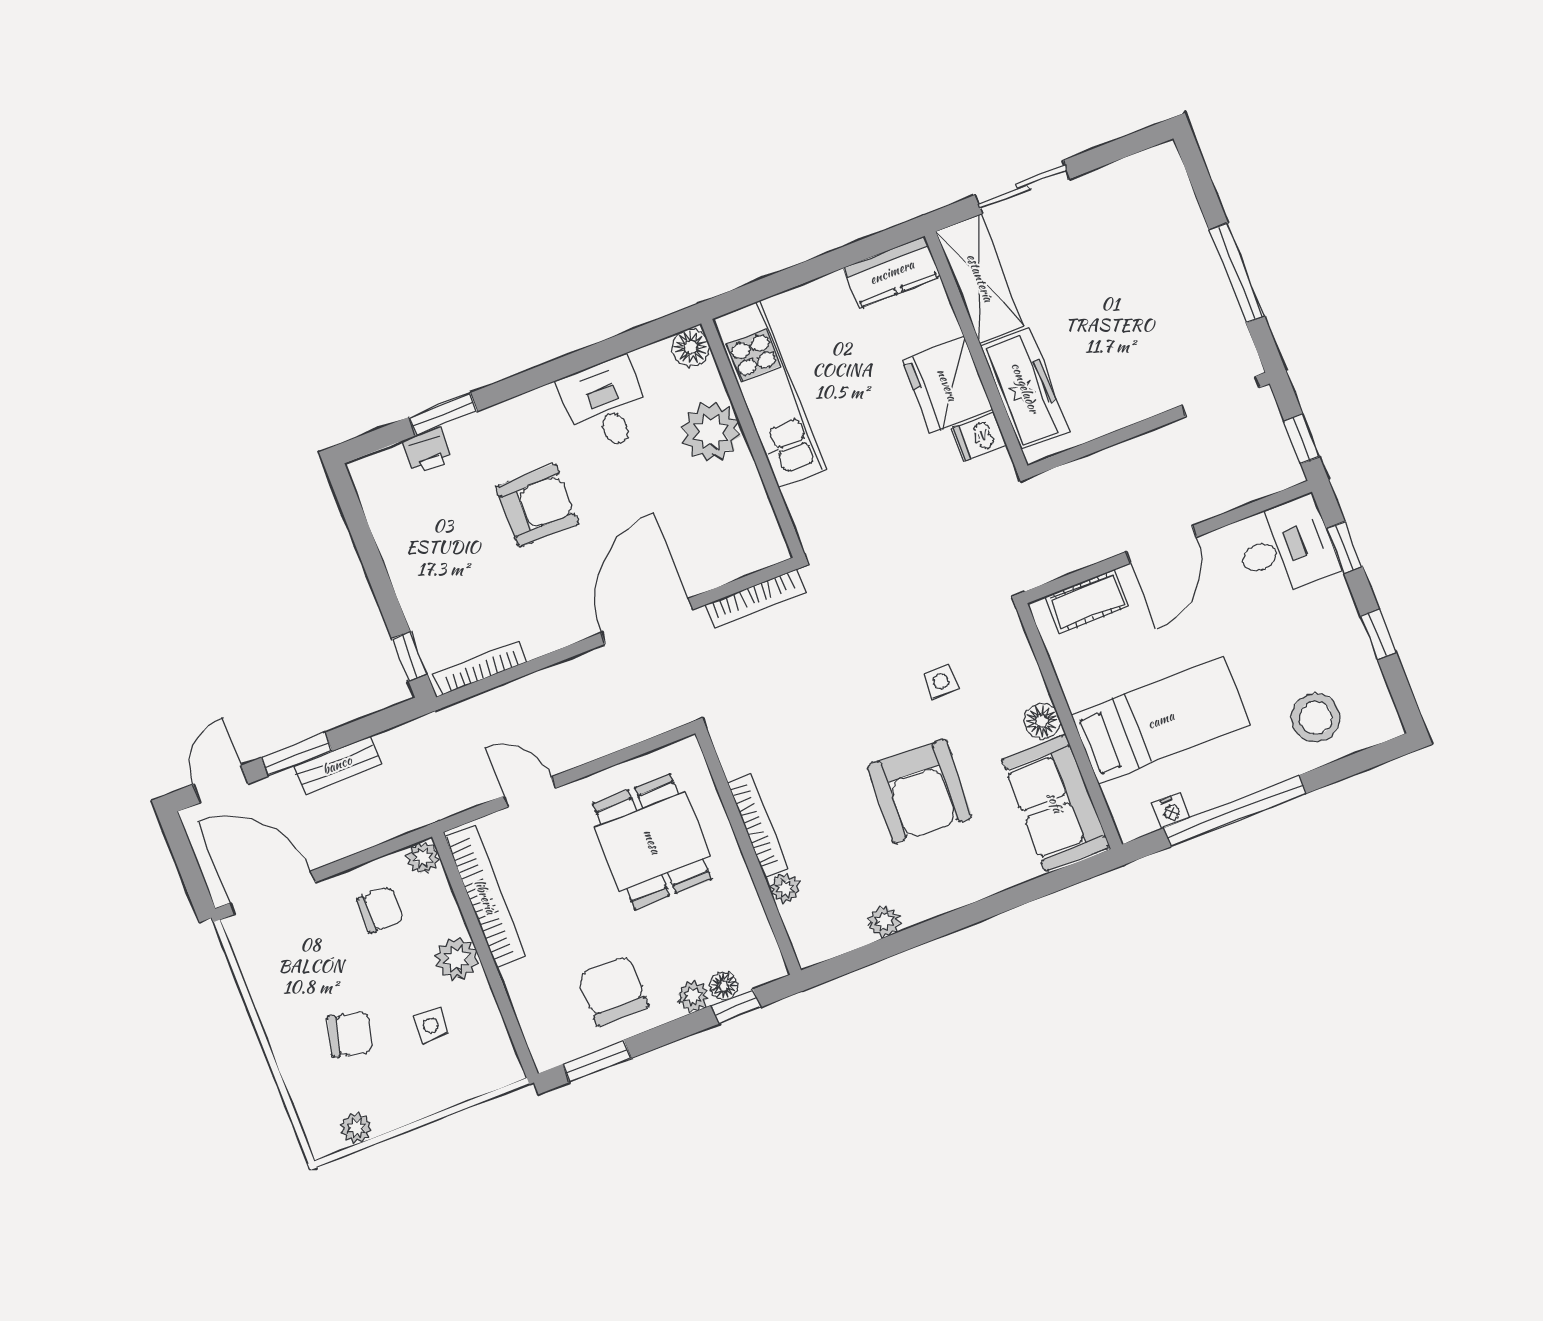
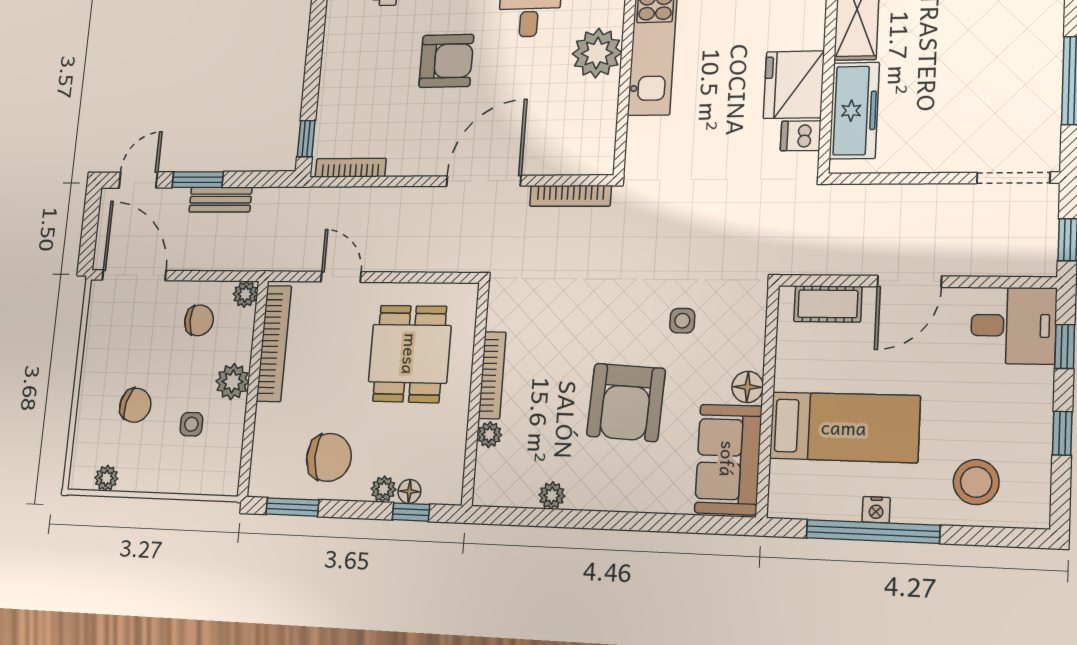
nightstand: (1171, 811) -> (876, 510), moved
chair: (613, 991) -> (329, 457), turned 90

